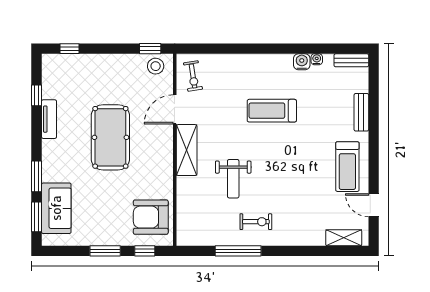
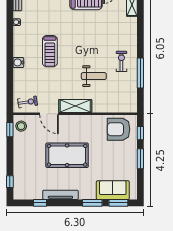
water cooler: (302, 62) -> (18, 62), moved
tv unit: (49, 119) -> (60, 195), width x1.41
armchair: (151, 217) -> (119, 129), turned 90

